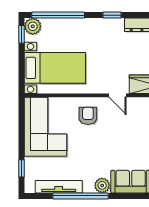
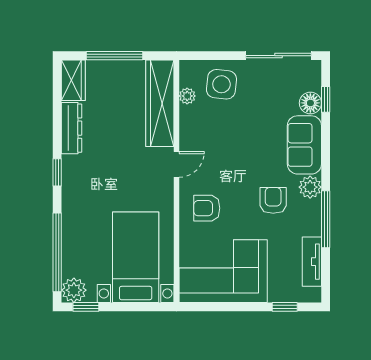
armchair: (93, 161) -> (273, 200), added
tv unit: (59, 187) -> (312, 262), width x0.71
window: (80, 196) -> (326, 219), width x0.68

